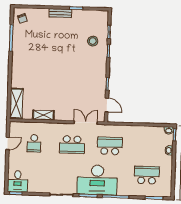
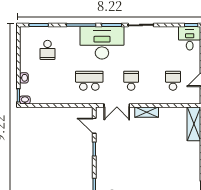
shelving: (43, 115) -> (147, 112), moved
school desk: (72, 145) -> (131, 81), width x0.54
school desk: (110, 146) -> (89, 81), turned 180
school desk: (147, 175) -> (47, 50), width x0.54

